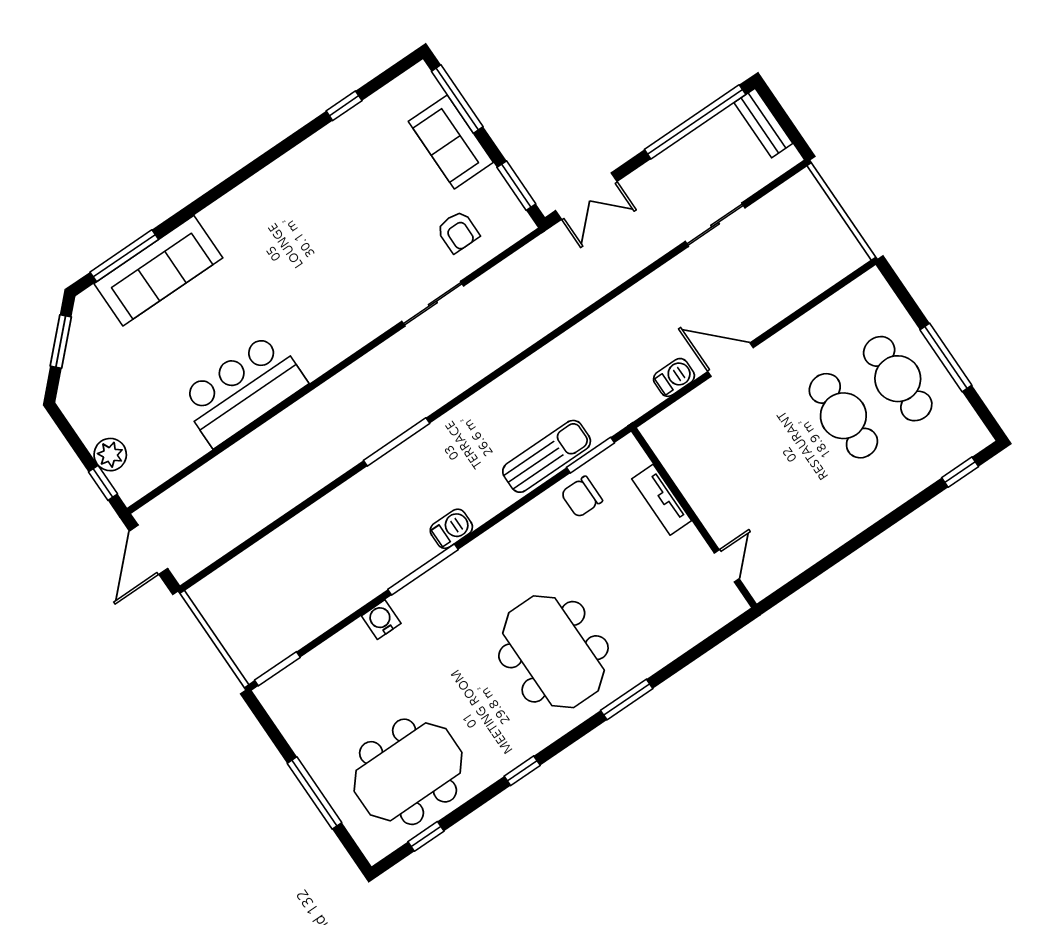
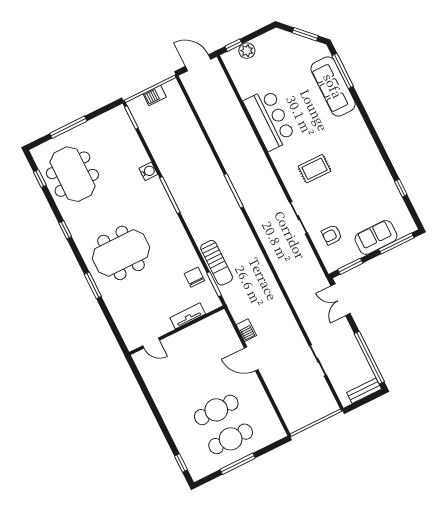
rug: (329, 285) -> (314, 169), added
door: (730, 360) -> (251, 359), swing flipped
barbecue: (451, 529) -> (155, 95), moved, turned 90

